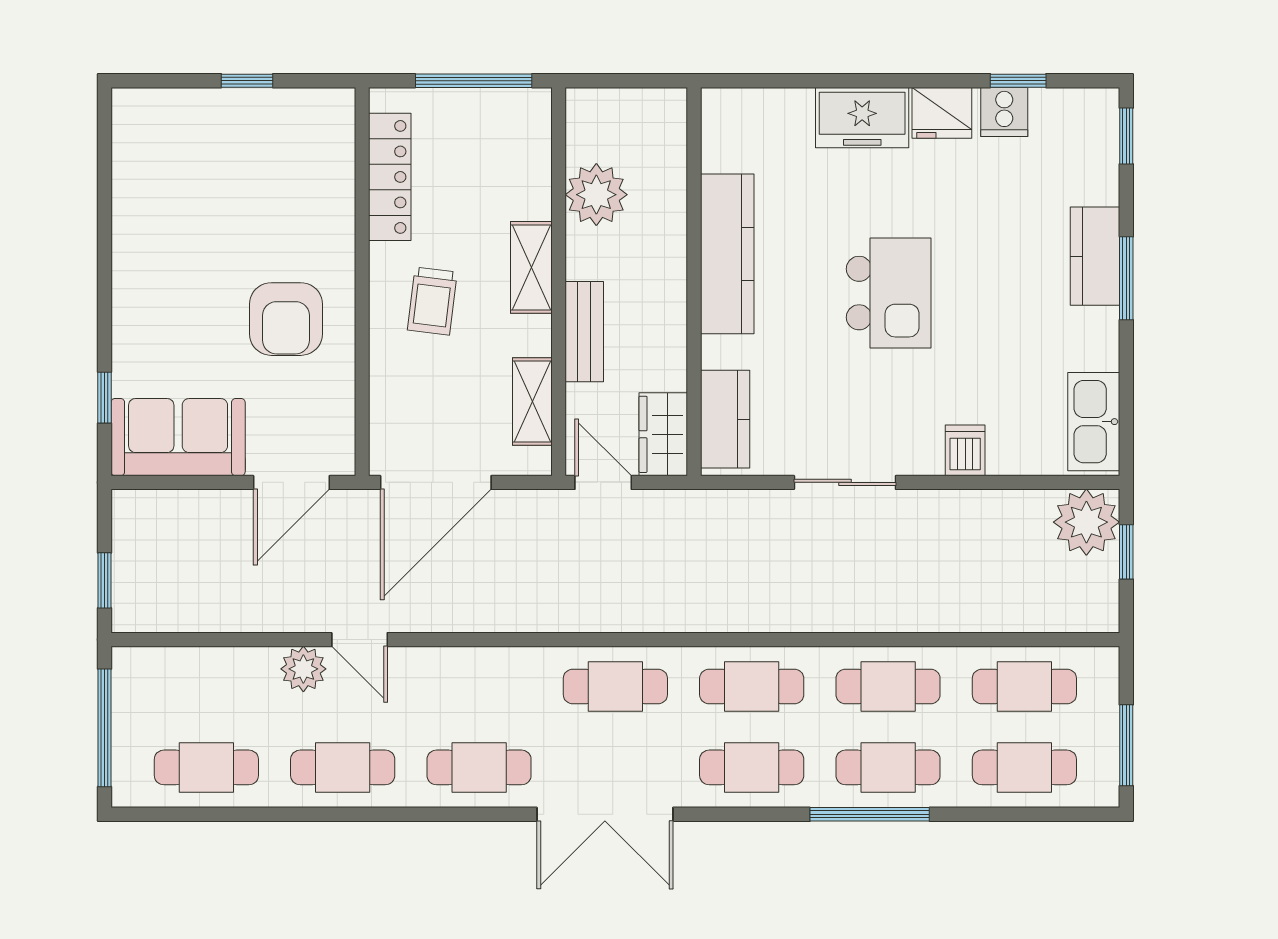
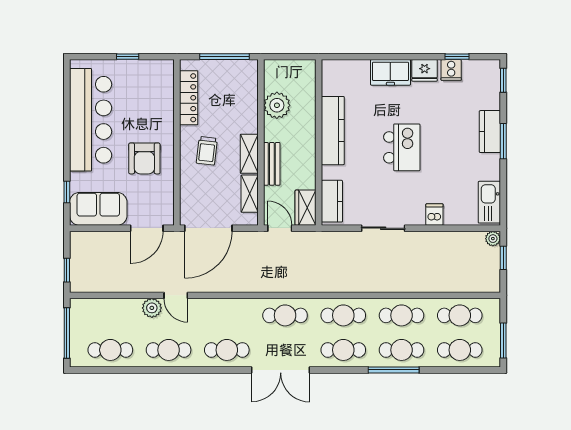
bar counter: (160, 228) -> (91, 120), added
shelving: (531, 267) -> (249, 154), moved
plant: (1086, 522) -> (493, 239), width x0.53, depth x0.53

